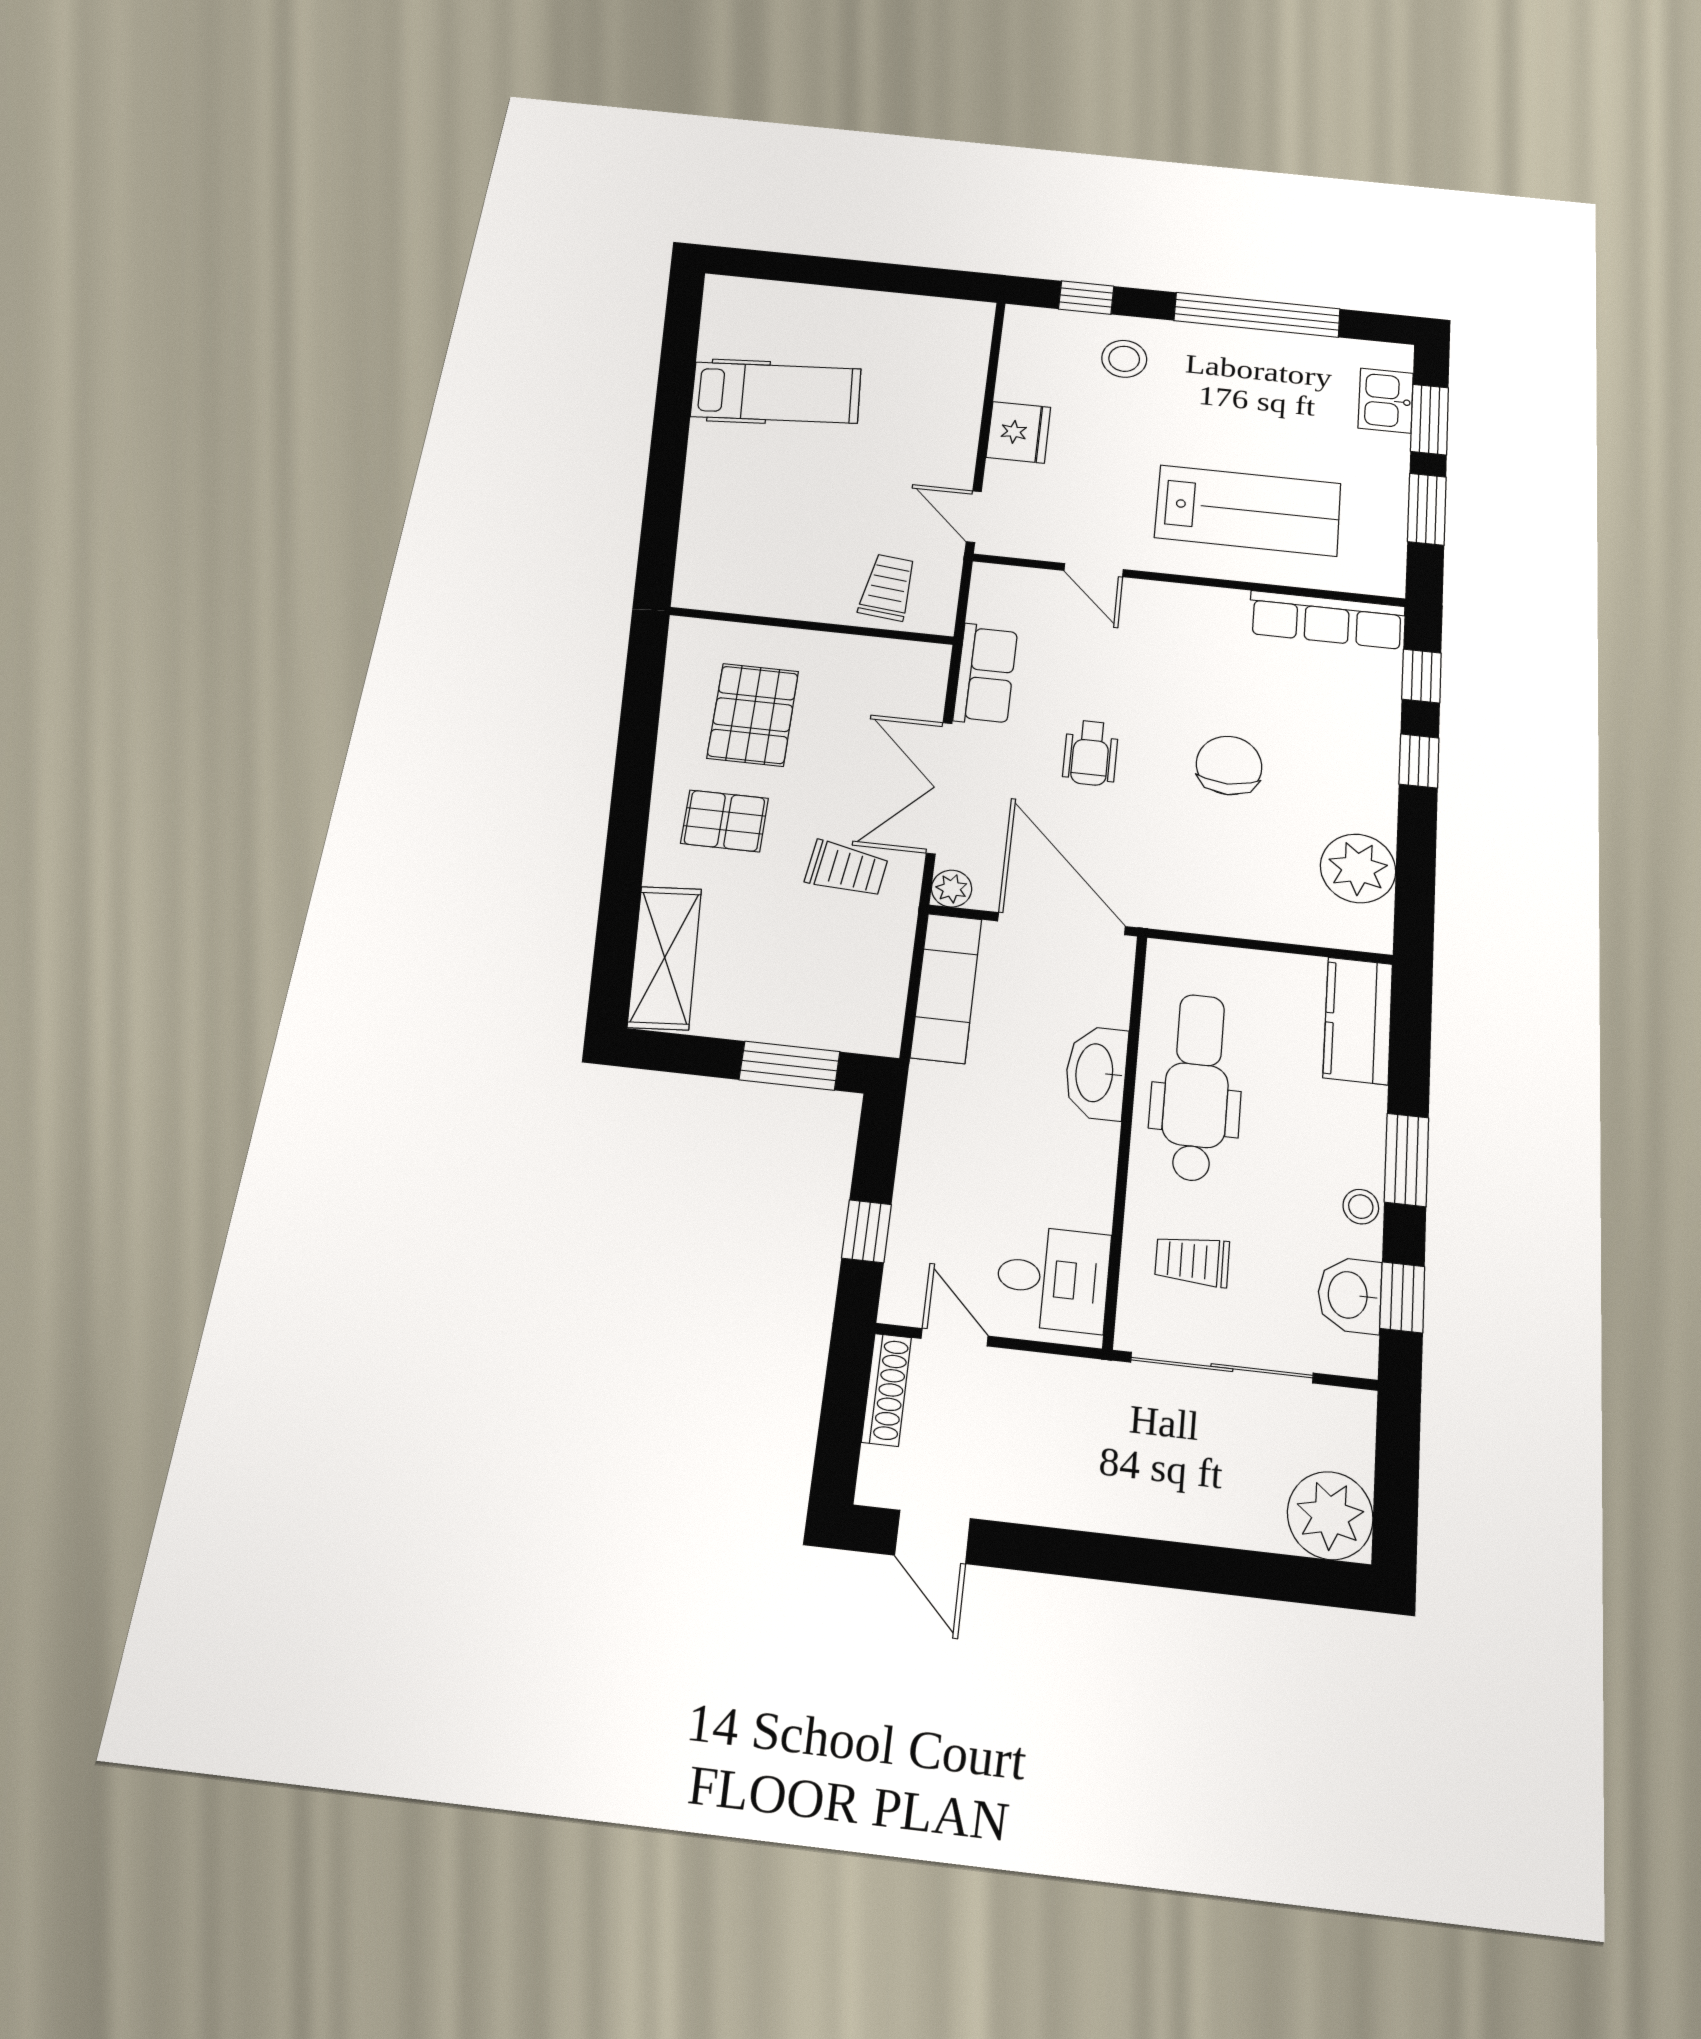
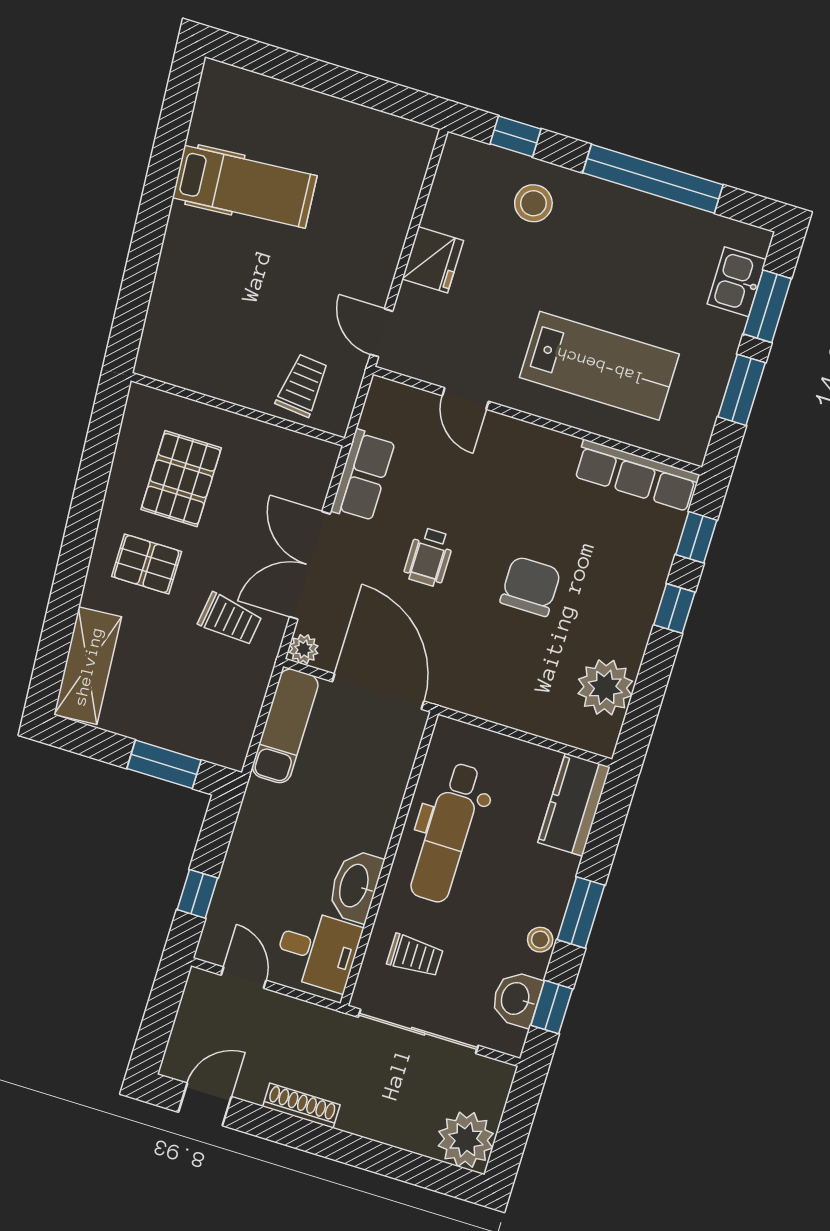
washbasin: (1096, 1073) -> (355, 886), moved
dental chair: (1196, 1087) -> (447, 833), turned 180
trolley: (1192, 1261) -> (415, 956), turned 180
shoe rack: (886, 1389) -> (301, 1106), moved, turned -90
door: (933, 1537) -> (205, 1104), swing flipped

